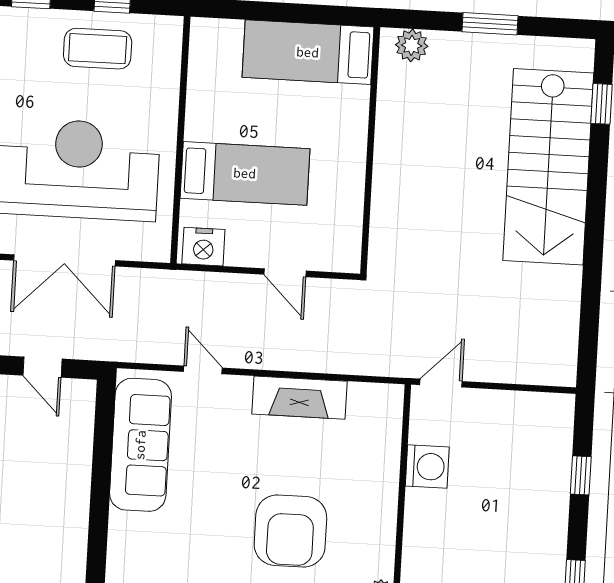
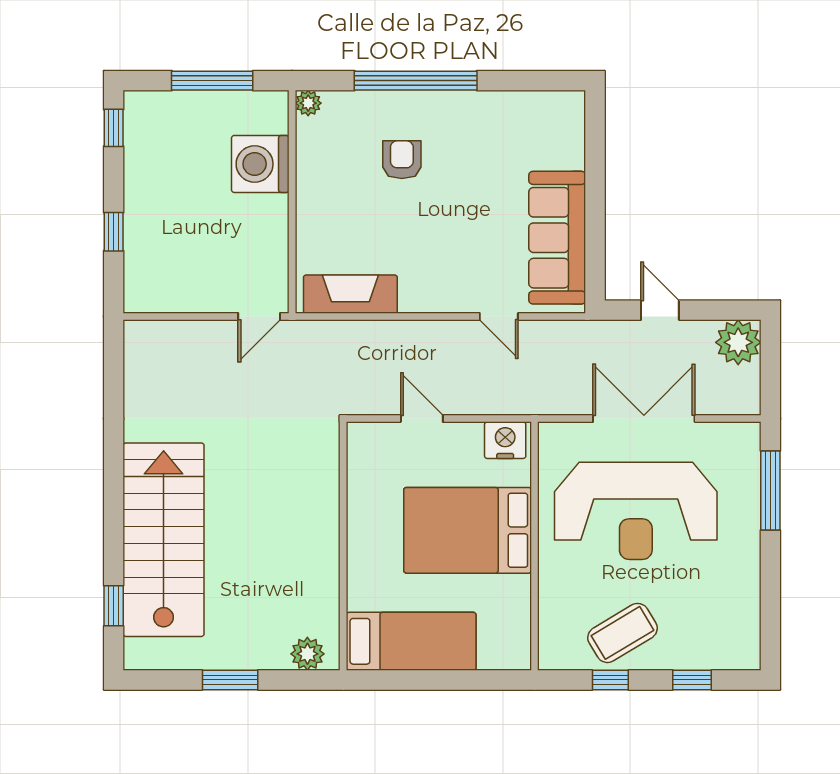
coffee table: (98, 49) -> (622, 633), turned -31
bed: (245, 173) -> (468, 530), width x1.50
fireplace: (300, 398) -> (350, 294), moved
washing machine: (427, 467) -> (260, 164), moved, width x1.37, depth x1.37
armchair: (290, 531) -> (402, 160), width x0.53, depth x0.53

